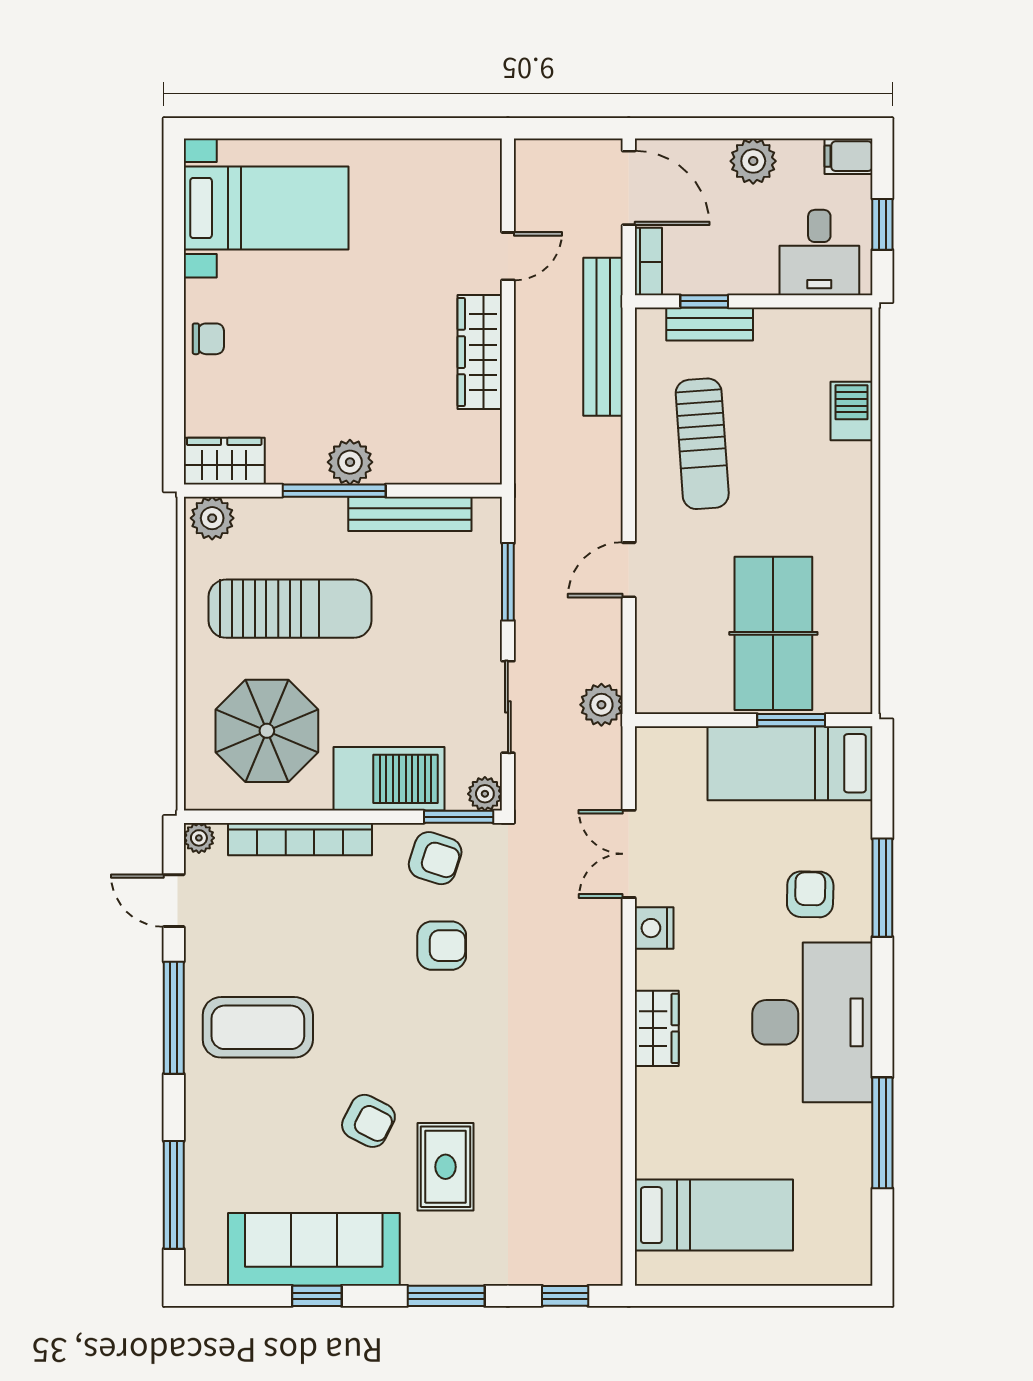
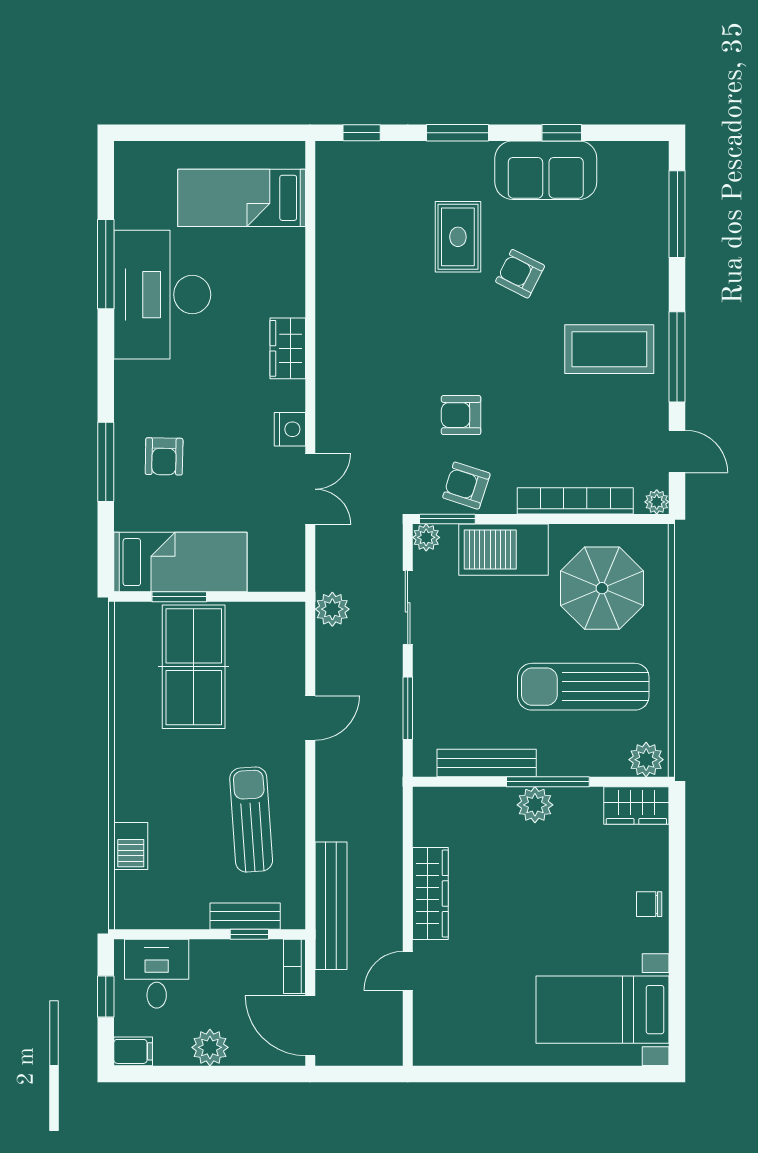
desk: (812, 1022) -> (162, 295), moved
sofa: (314, 1249) -> (546, 170), width x0.73

